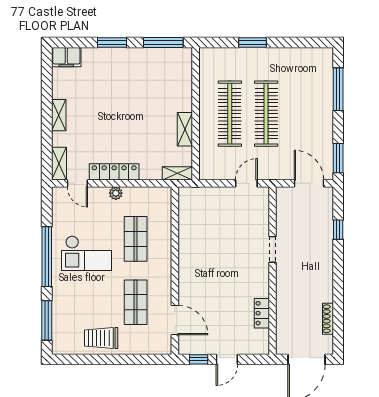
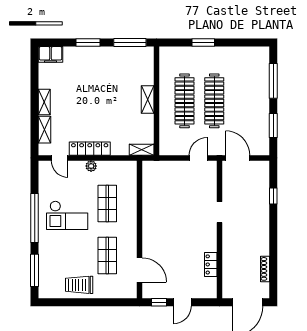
shelving: (185, 129) -> (148, 99), moved
window: (338, 158) -> (273, 125), moved
shelving: (59, 164) -> (45, 130), moved
door: (309, 183) -> (238, 158), moved

